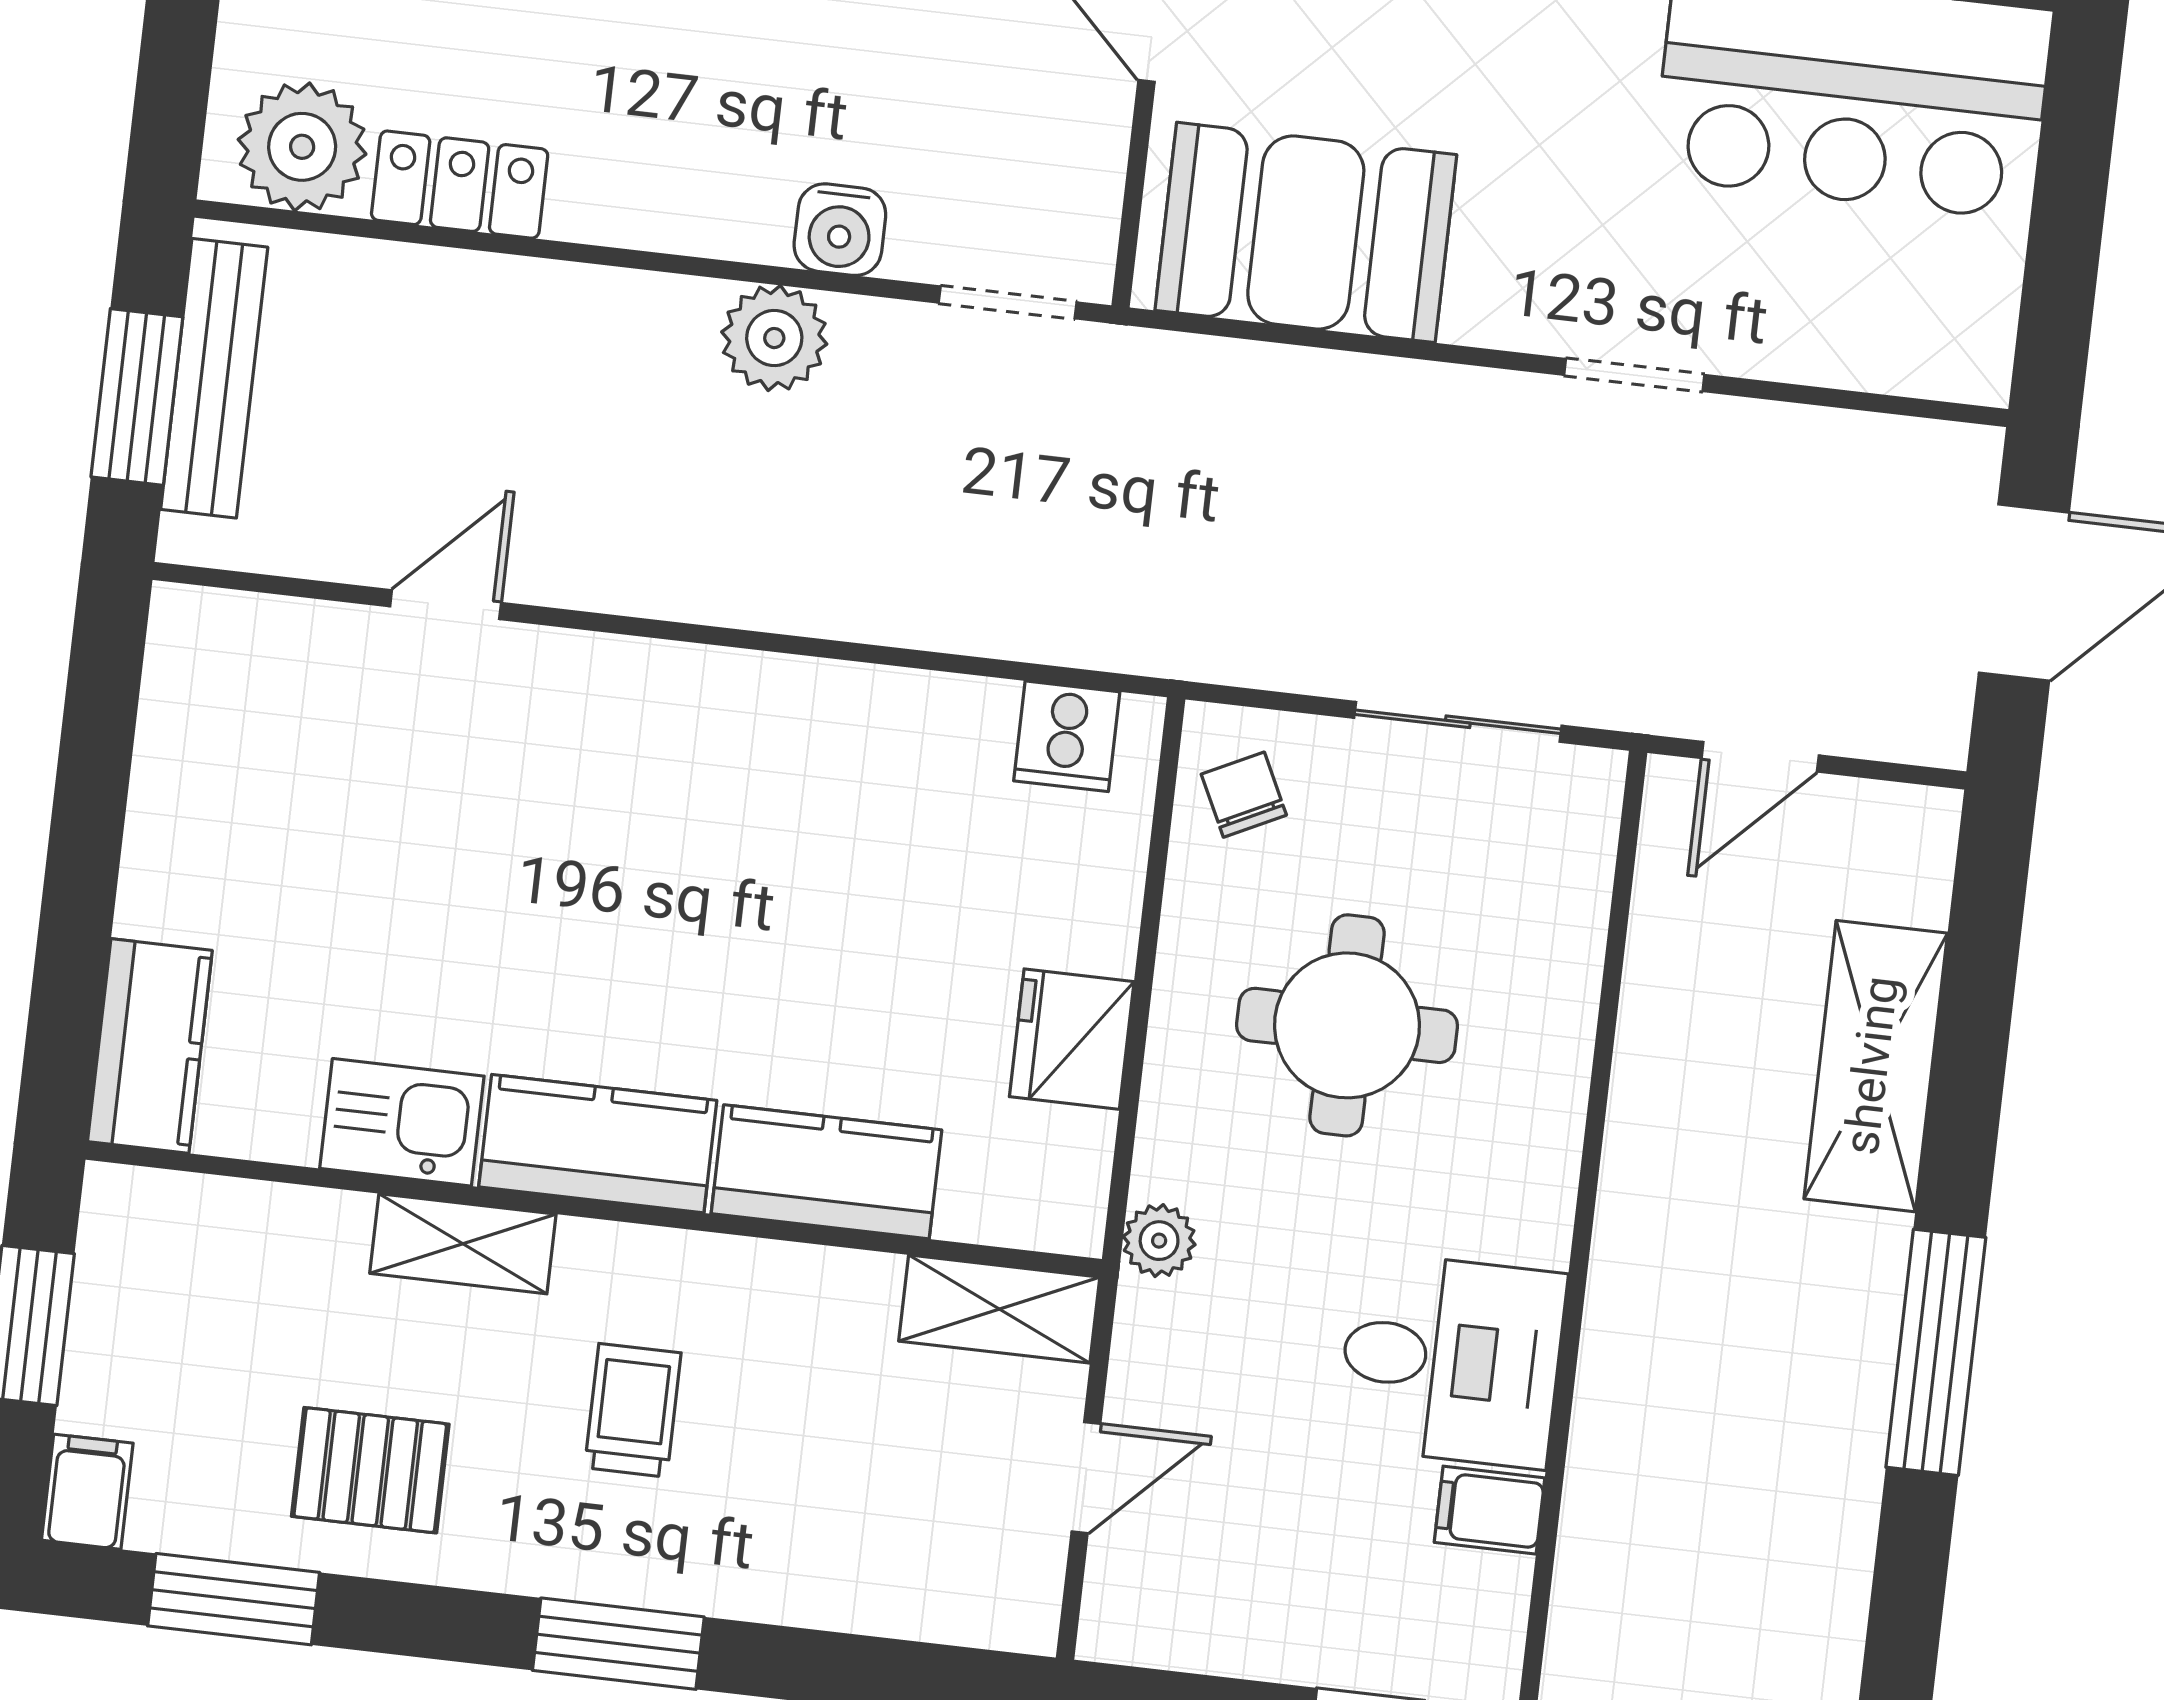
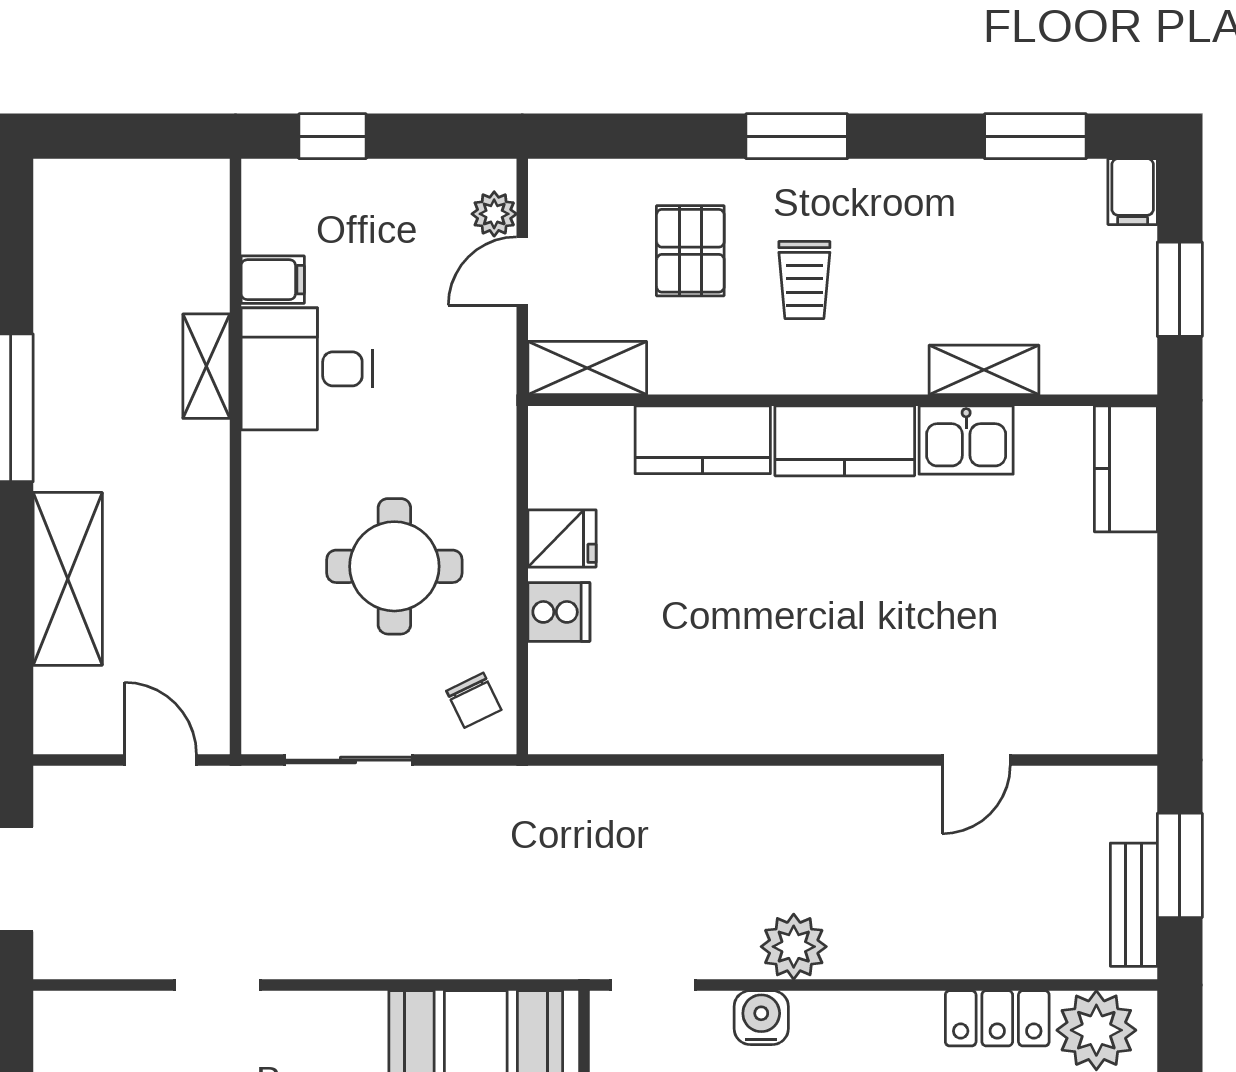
doorway: (1634, 375) -> (218, 985), moved
bench: (214, 378) -> (1134, 905), width x0.73
cooker: (1067, 736) -> (559, 612), moved, turned 90
door: (1760, 757) -> (160, 760), hinge flipped
fridge: (1072, 1039) -> (562, 538), width x0.72
plant: (1159, 1241) -> (494, 214), moved
shelving: (463, 1244) -> (984, 370), moved
shelving: (1613, 1383) -> (206, 366), added
pallet: (370, 1470) -> (690, 251), moved, turned 90

